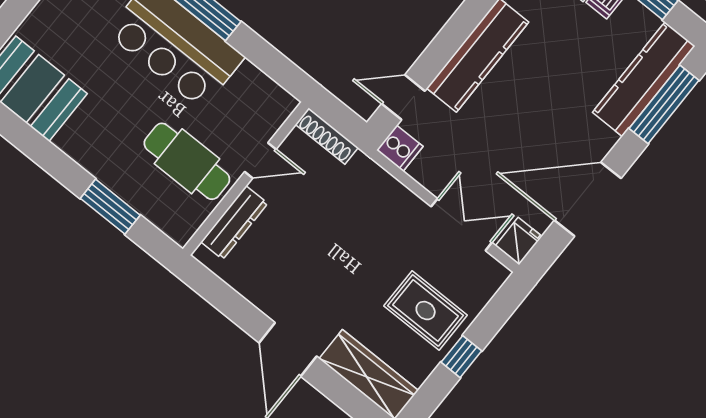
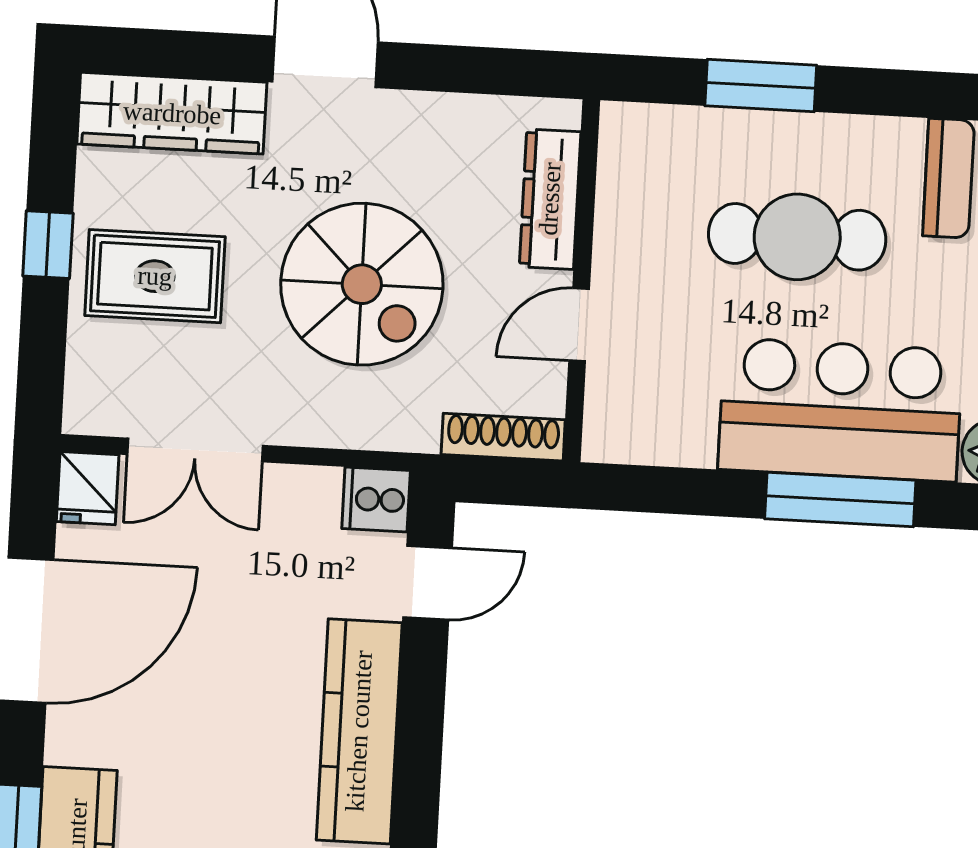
cafe table: (187, 161) -> (797, 237), moved
spiral stairs: (340, 244) -> (362, 284), added

